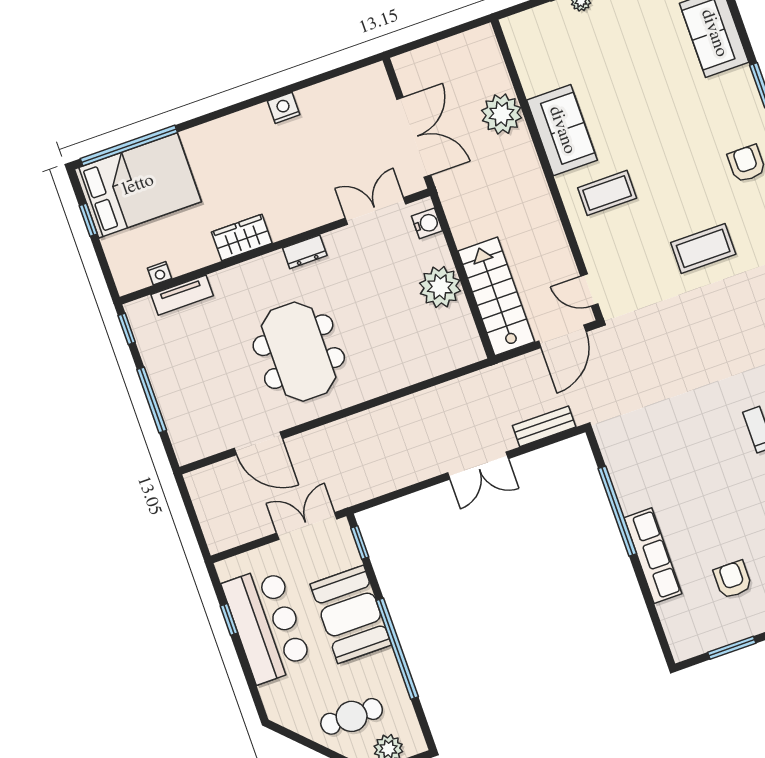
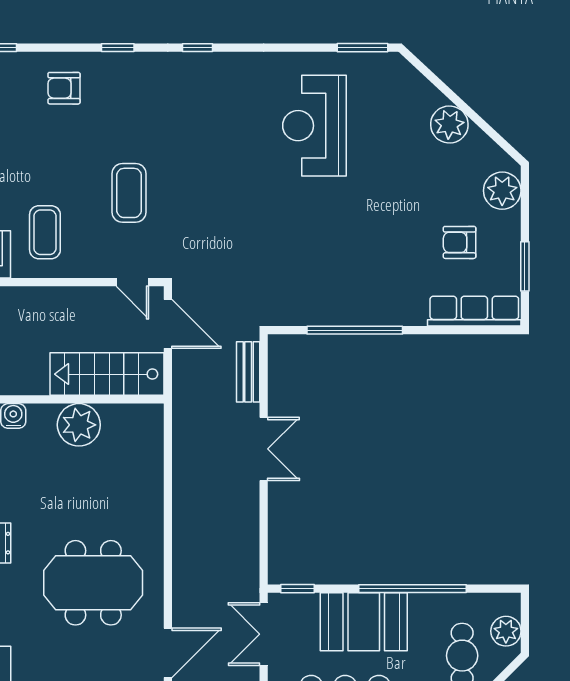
coffee table: (703, 248) -> (129, 193), moved
door: (589, 290) -> (132, 282), hinge flipped
row of seats: (653, 556) -> (474, 311), moved

